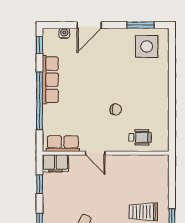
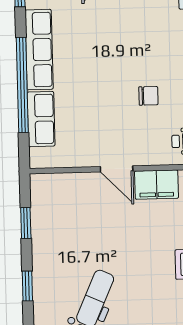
row of seats: (63, 144) -> (41, 119), moved, turned 90
filing cabinet: (55, 163) -> (157, 185), moved

